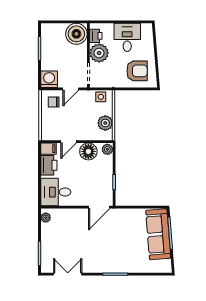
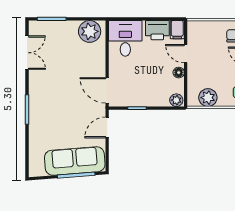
floor lamp: (88, 151) -> (179, 73), width x0.53, depth x0.53
door: (130, 207) -> (107, 128), added
plant: (46, 218) -> (90, 31), width x1.88, depth x1.88

